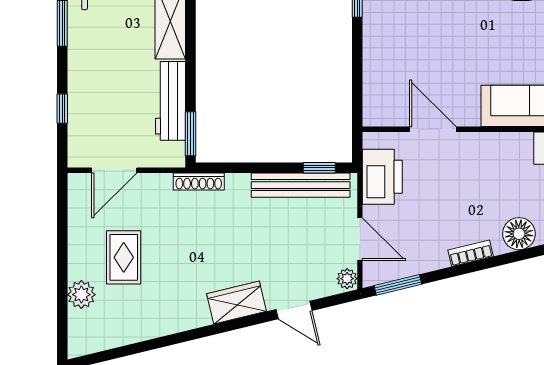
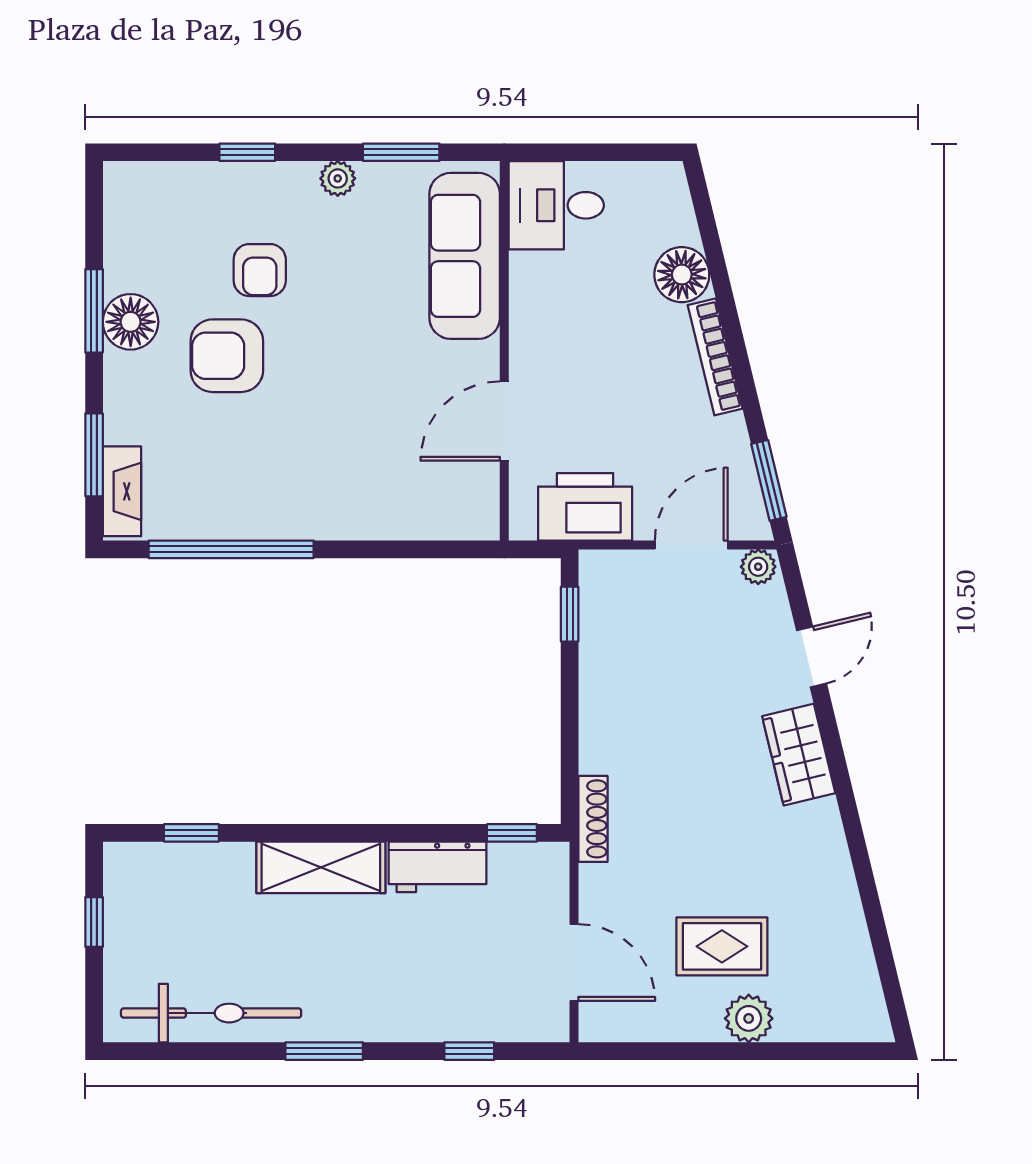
workbench: (171, 101) -> (438, 867), width x0.73
window: (191, 134) -> (512, 833), width x0.67
bench: (301, 185) -> (599, 646), removed
bookcase: (471, 253) -> (715, 357), width x1.56
plant: (81, 295) -> (749, 1018), moved

